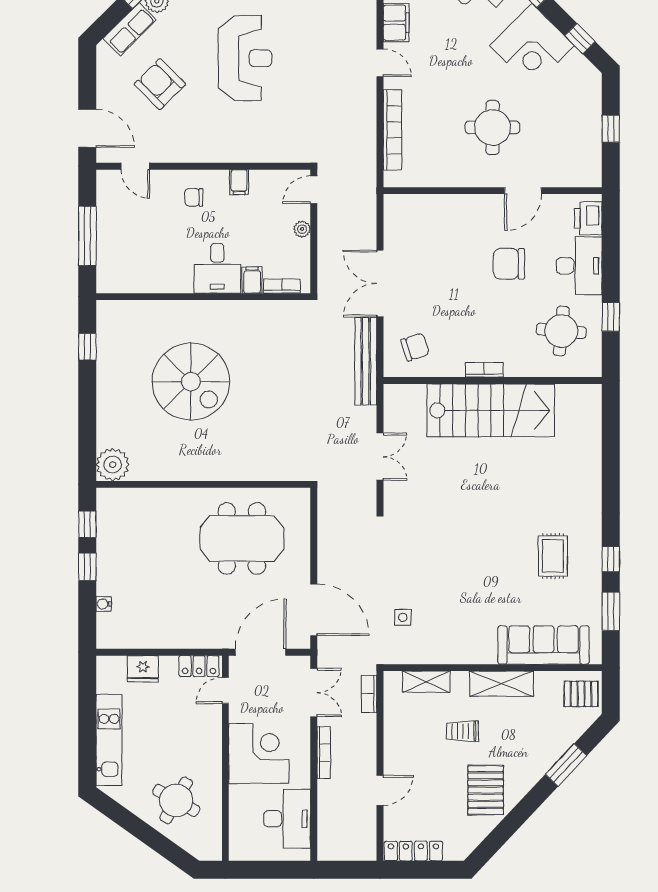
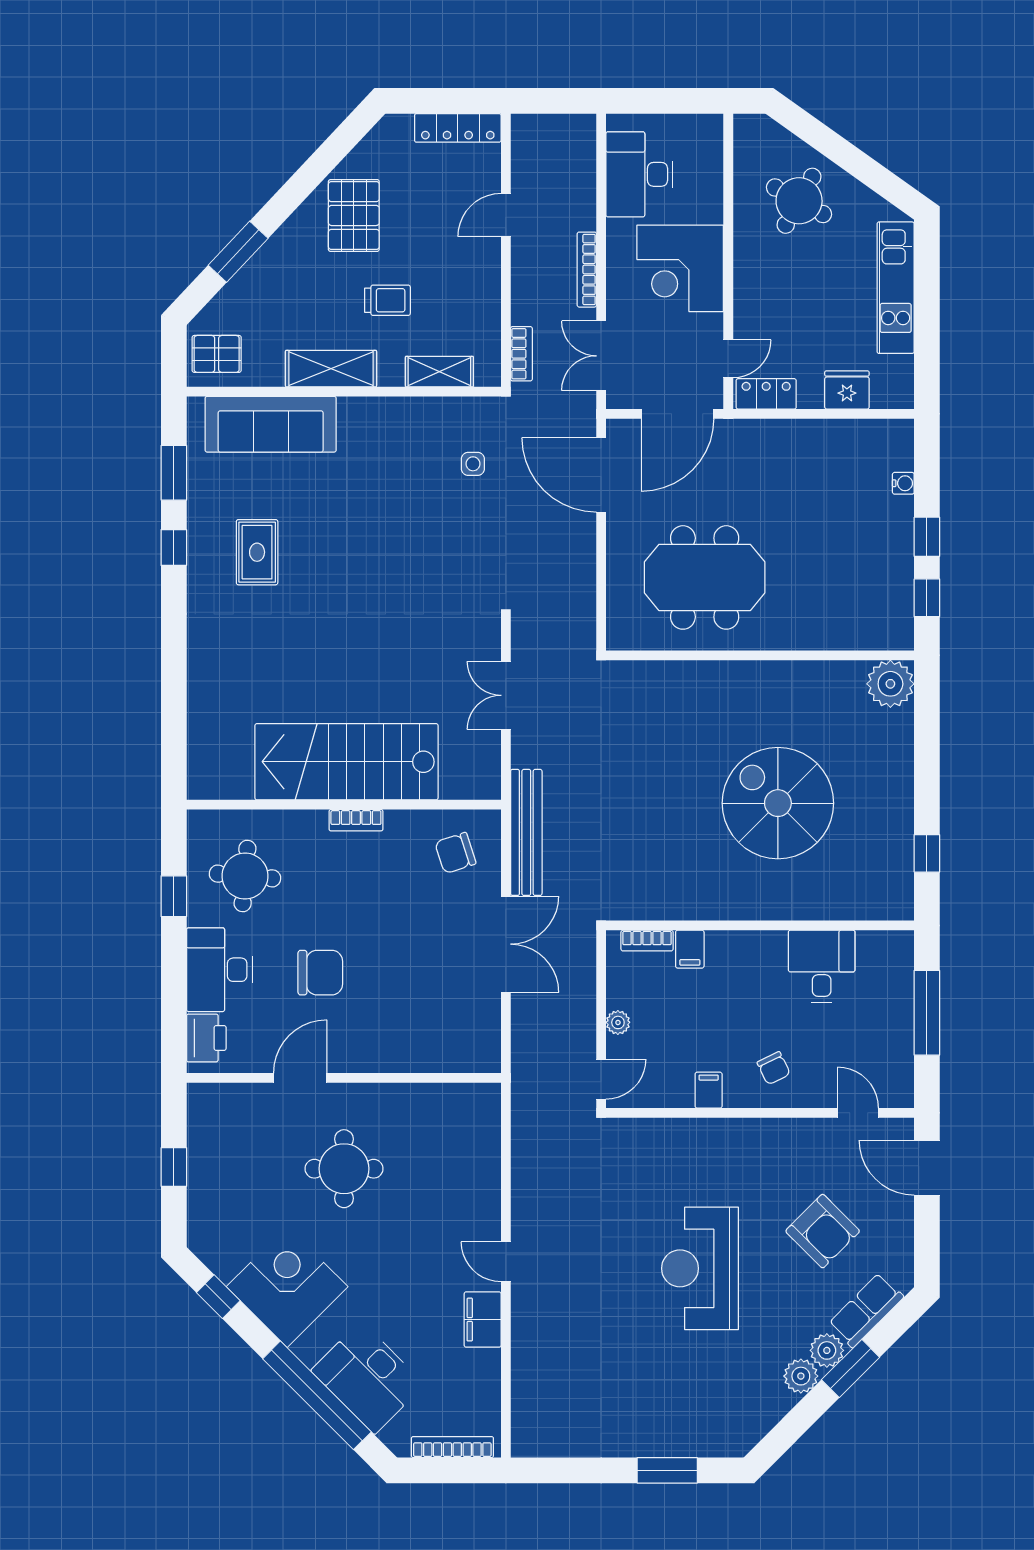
bookcase: (392, 130) -> (488, 1165), removed
chair: (194, 197) -> (774, 1068), turned 64
desk: (217, 268) -> (822, 966), moved

